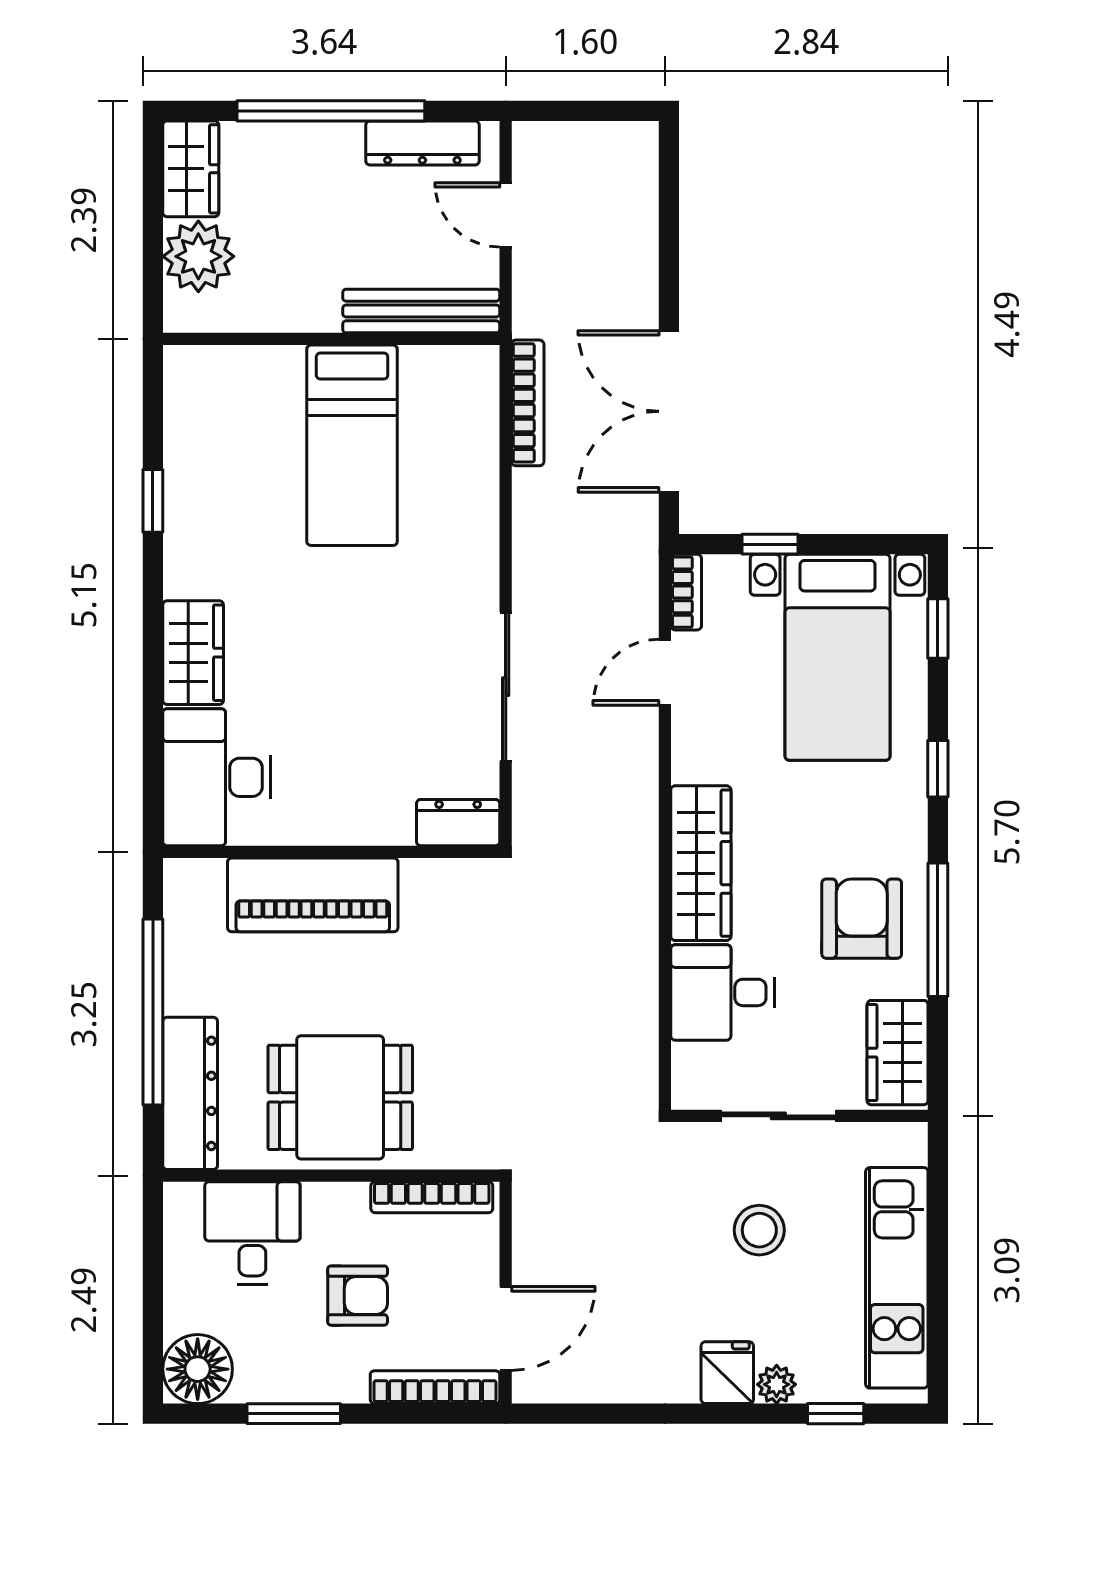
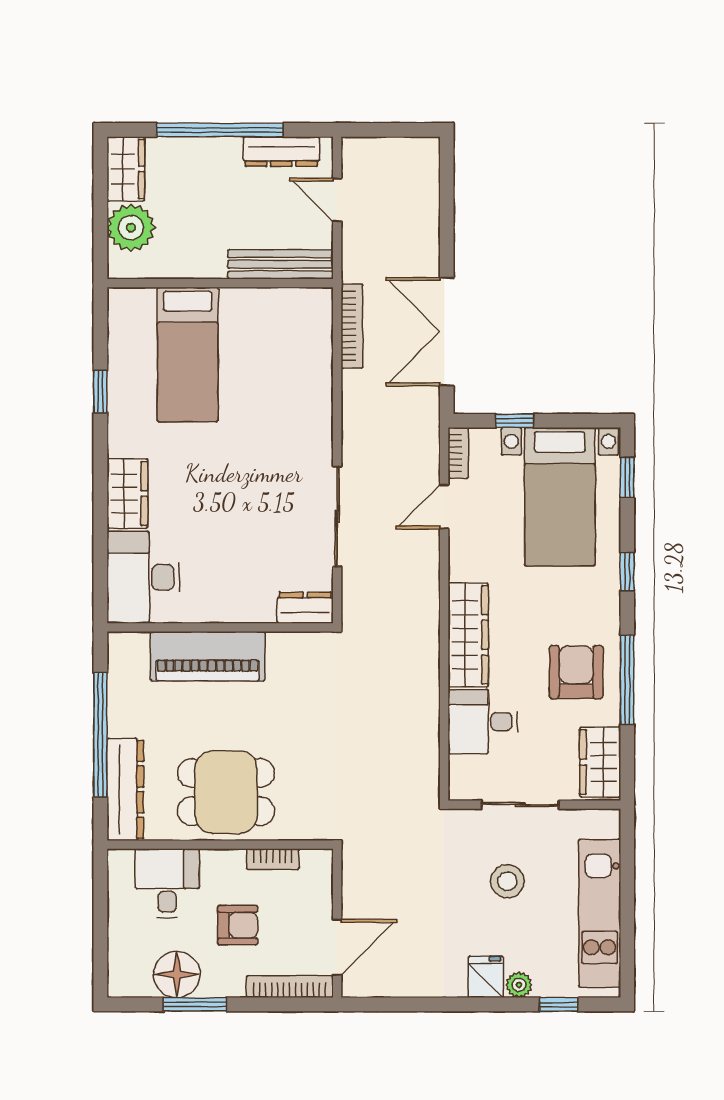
bed: (352, 445) -> (188, 354), moved
bookcase: (432, 1197) -> (273, 859), width x0.64
floor lamp: (198, 1369) -> (177, 974), moved

